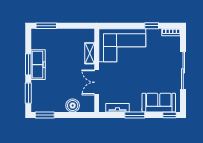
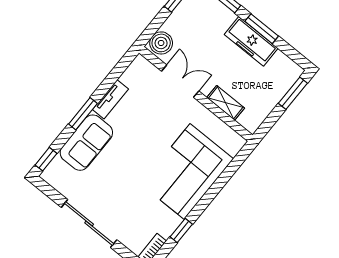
shelving: (90, 53) -> (226, 103), moved
wall: (97, 70) -> (196, 94), moved
double door: (97, 82) -> (180, 81), moved
sofa: (159, 103) -> (86, 143), moved

